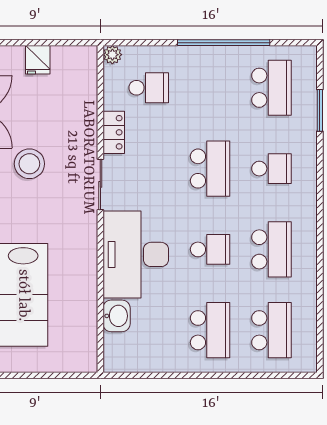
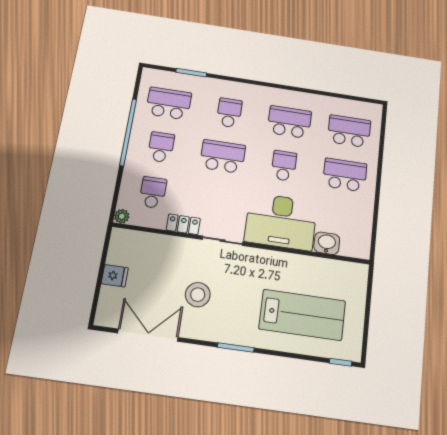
school desk: (210, 88) -> (161, 147), added

